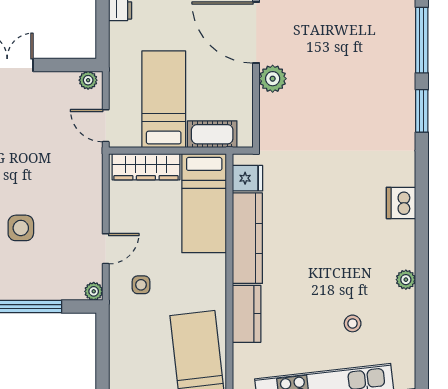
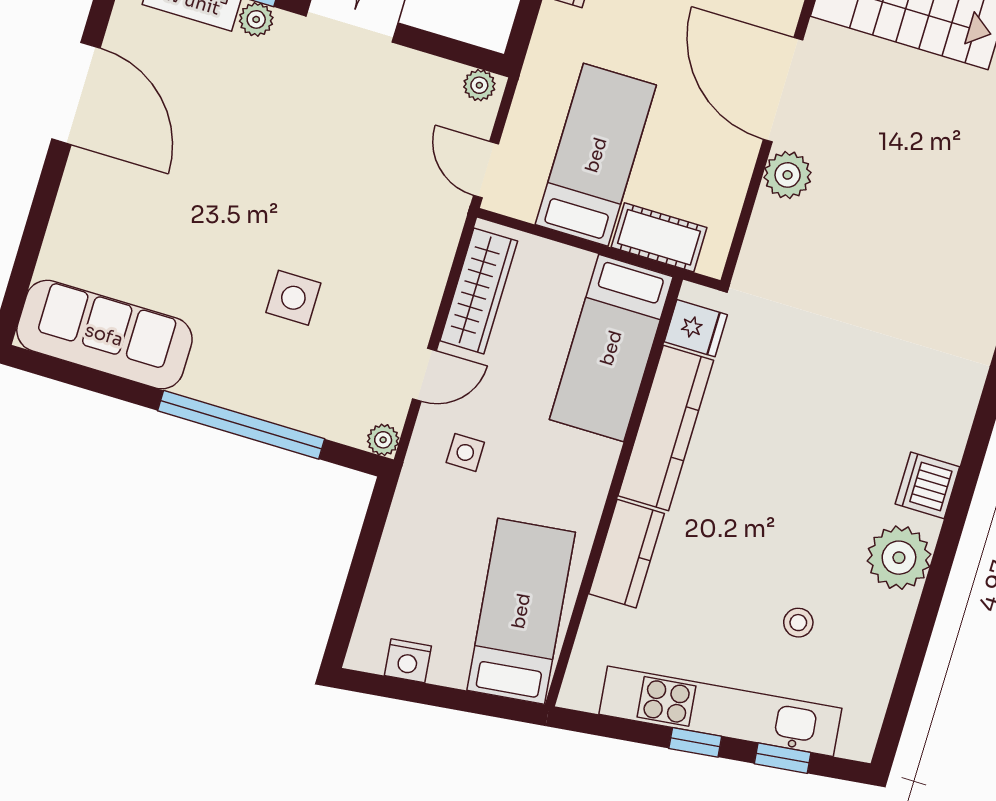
wardrobe: (146, 167) -> (479, 291), moved, turned -90
dishwasher: (401, 203) -> (927, 485), moved
plant: (406, 280) -> (899, 558), width x1.88, depth x1.88

